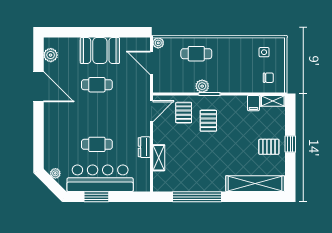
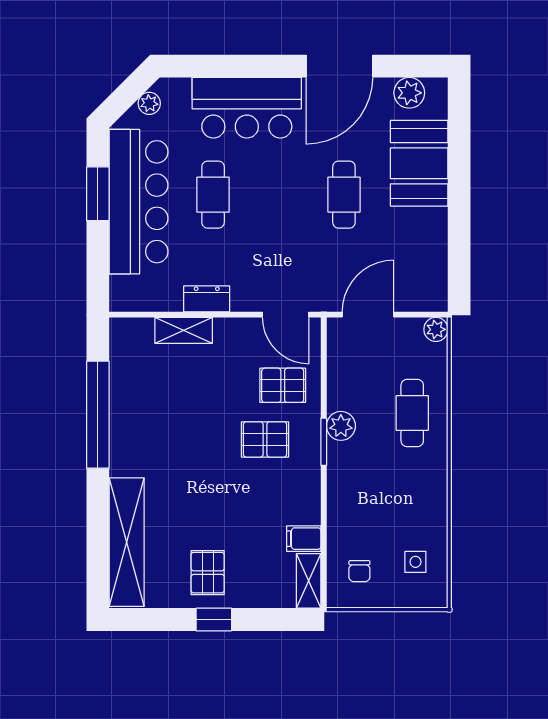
booth: (100, 51) -> (419, 163), moved
door: (151, 63) -> (368, 315), moved
bar counter: (57, 129) -> (247, 108), added

